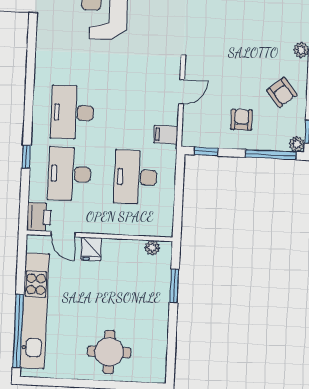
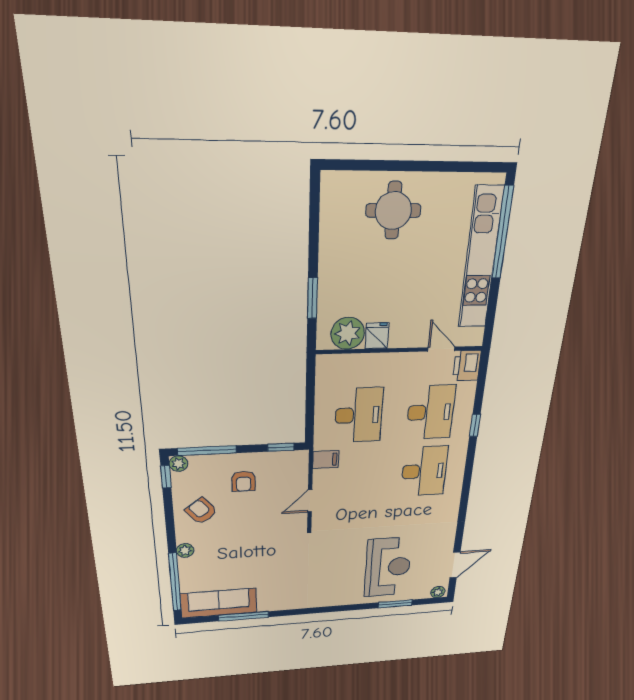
plant: (152, 248) -> (348, 333), width x1.87, depth x1.87
fridge: (92, 249) -> (377, 336), moved

